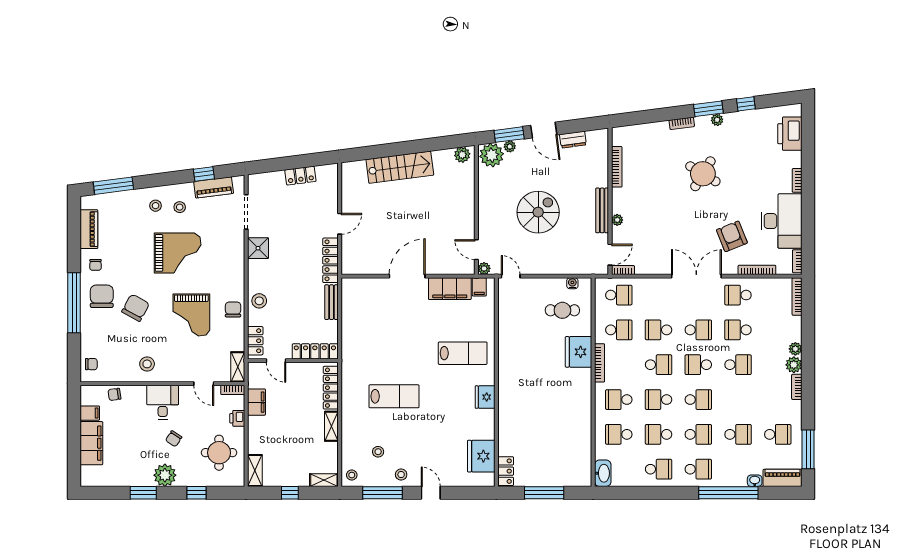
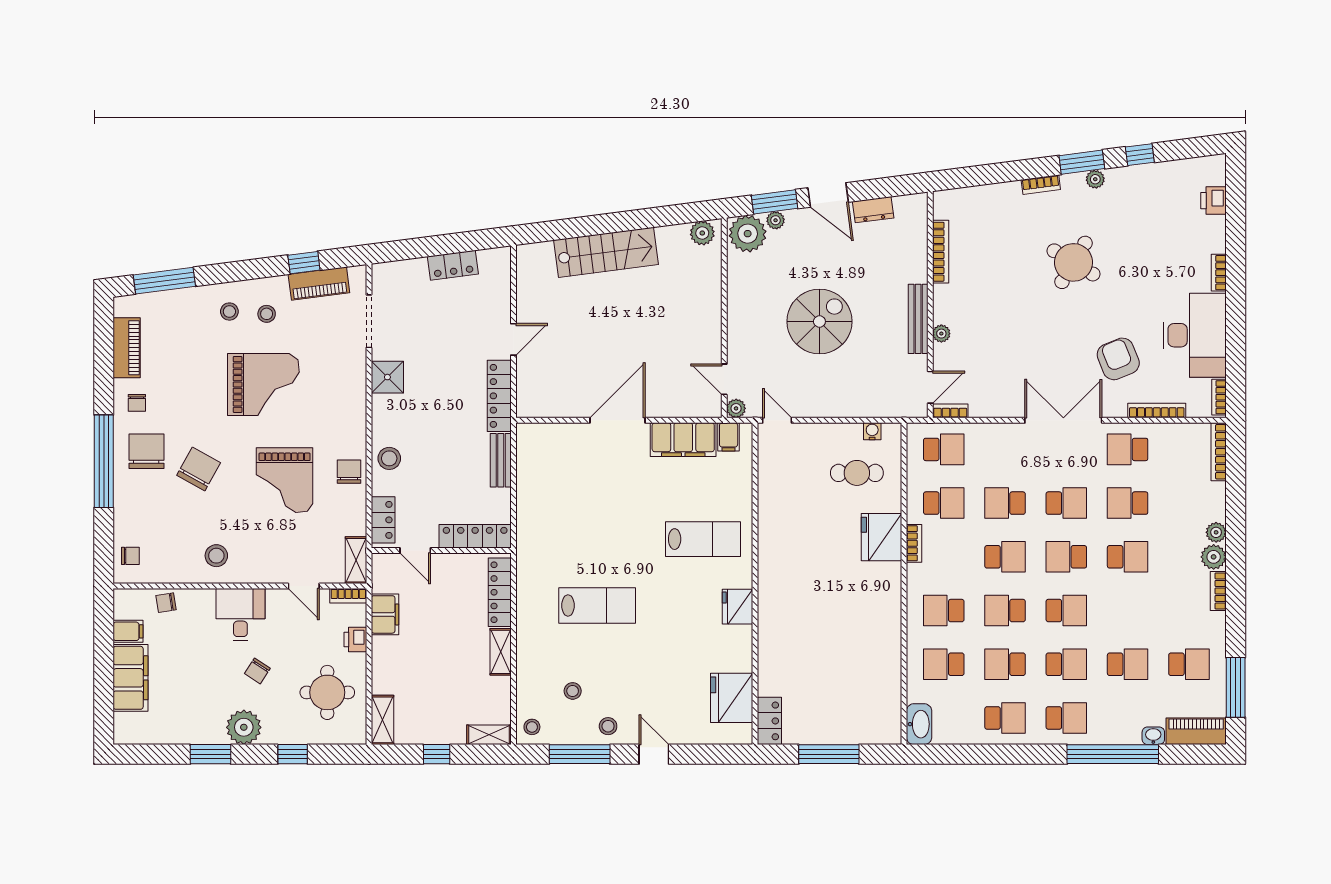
printer: (790, 134) -> (1214, 201), width x0.53, depth x0.68
bookcase: (600, 363) -> (914, 543), width x0.64

